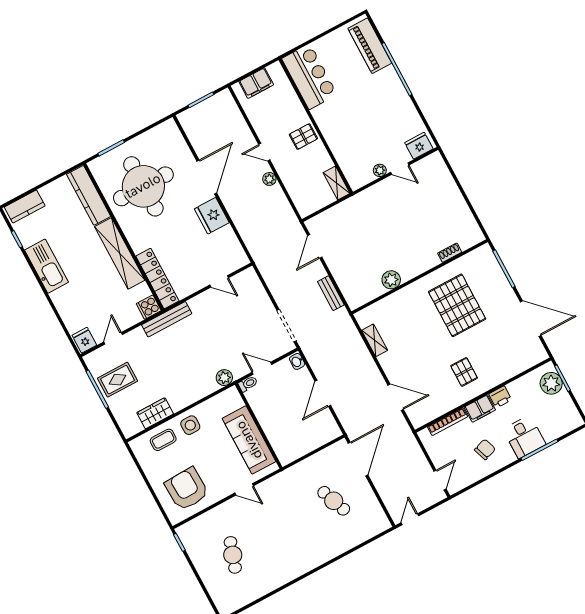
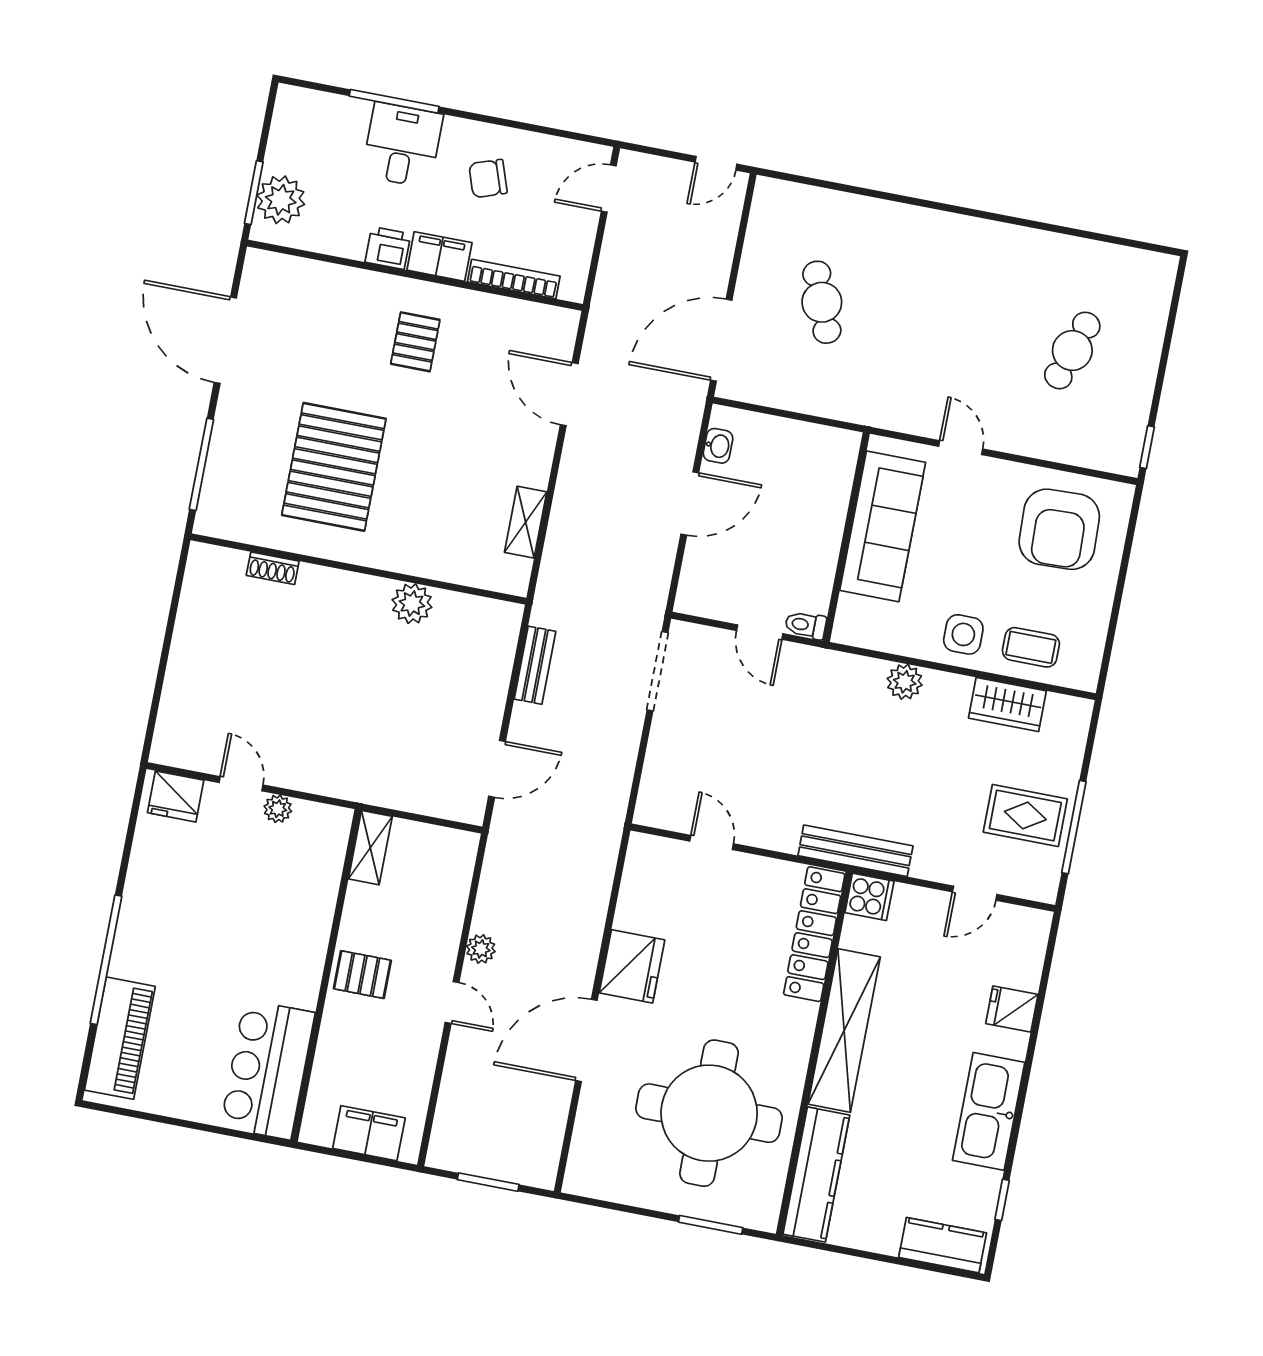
fridge: (84, 340) -> (1012, 1009), moved, turned 90
washbasin: (297, 361) -> (718, 446), moved
plant: (224, 378) -> (905, 682), moved

